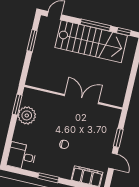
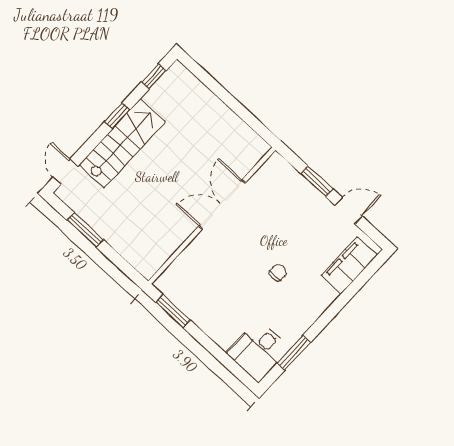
window: (95, 25) -> (117, 116), width x0.46
stairs: (91, 41) -> (122, 143), width x0.73, depth x0.66
plant: (27, 115) -> (199, 306), removed
window: (48, 178) -> (294, 353), moved

